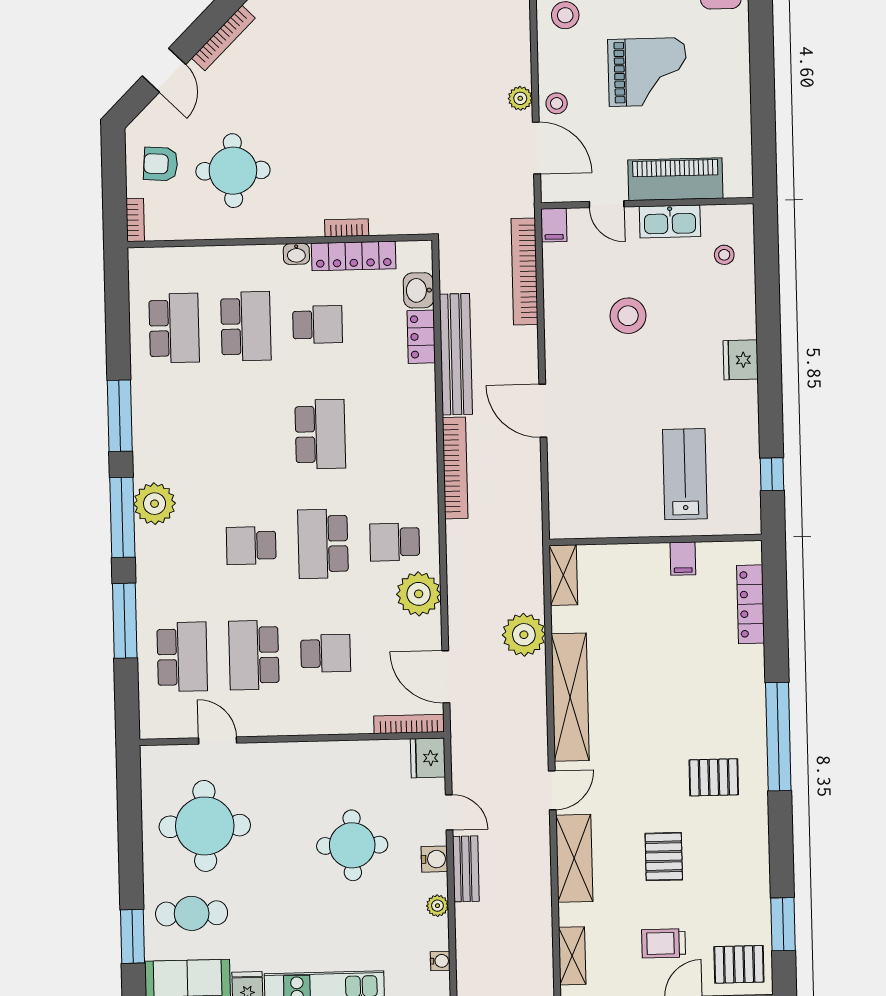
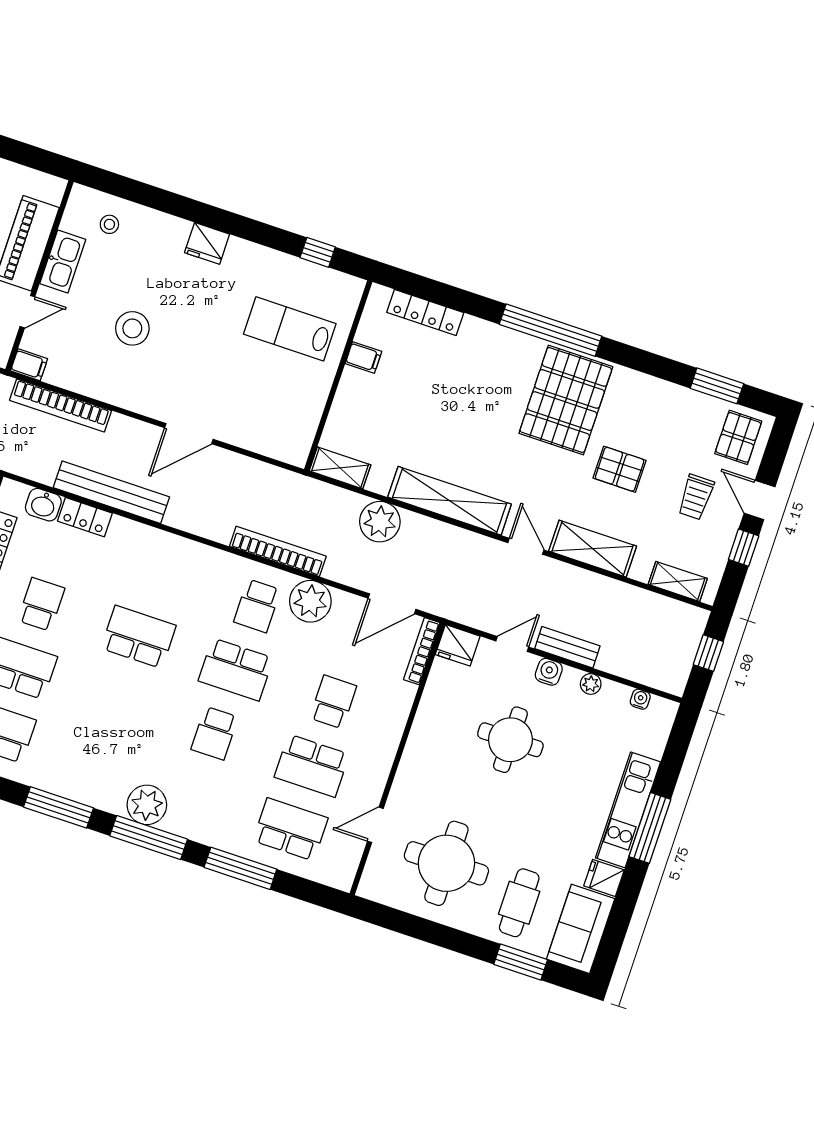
bookcase: (455, 468) -> (278, 551), moved
pallet: (714, 777) -> (566, 400), width x2.05, depth x2.00

